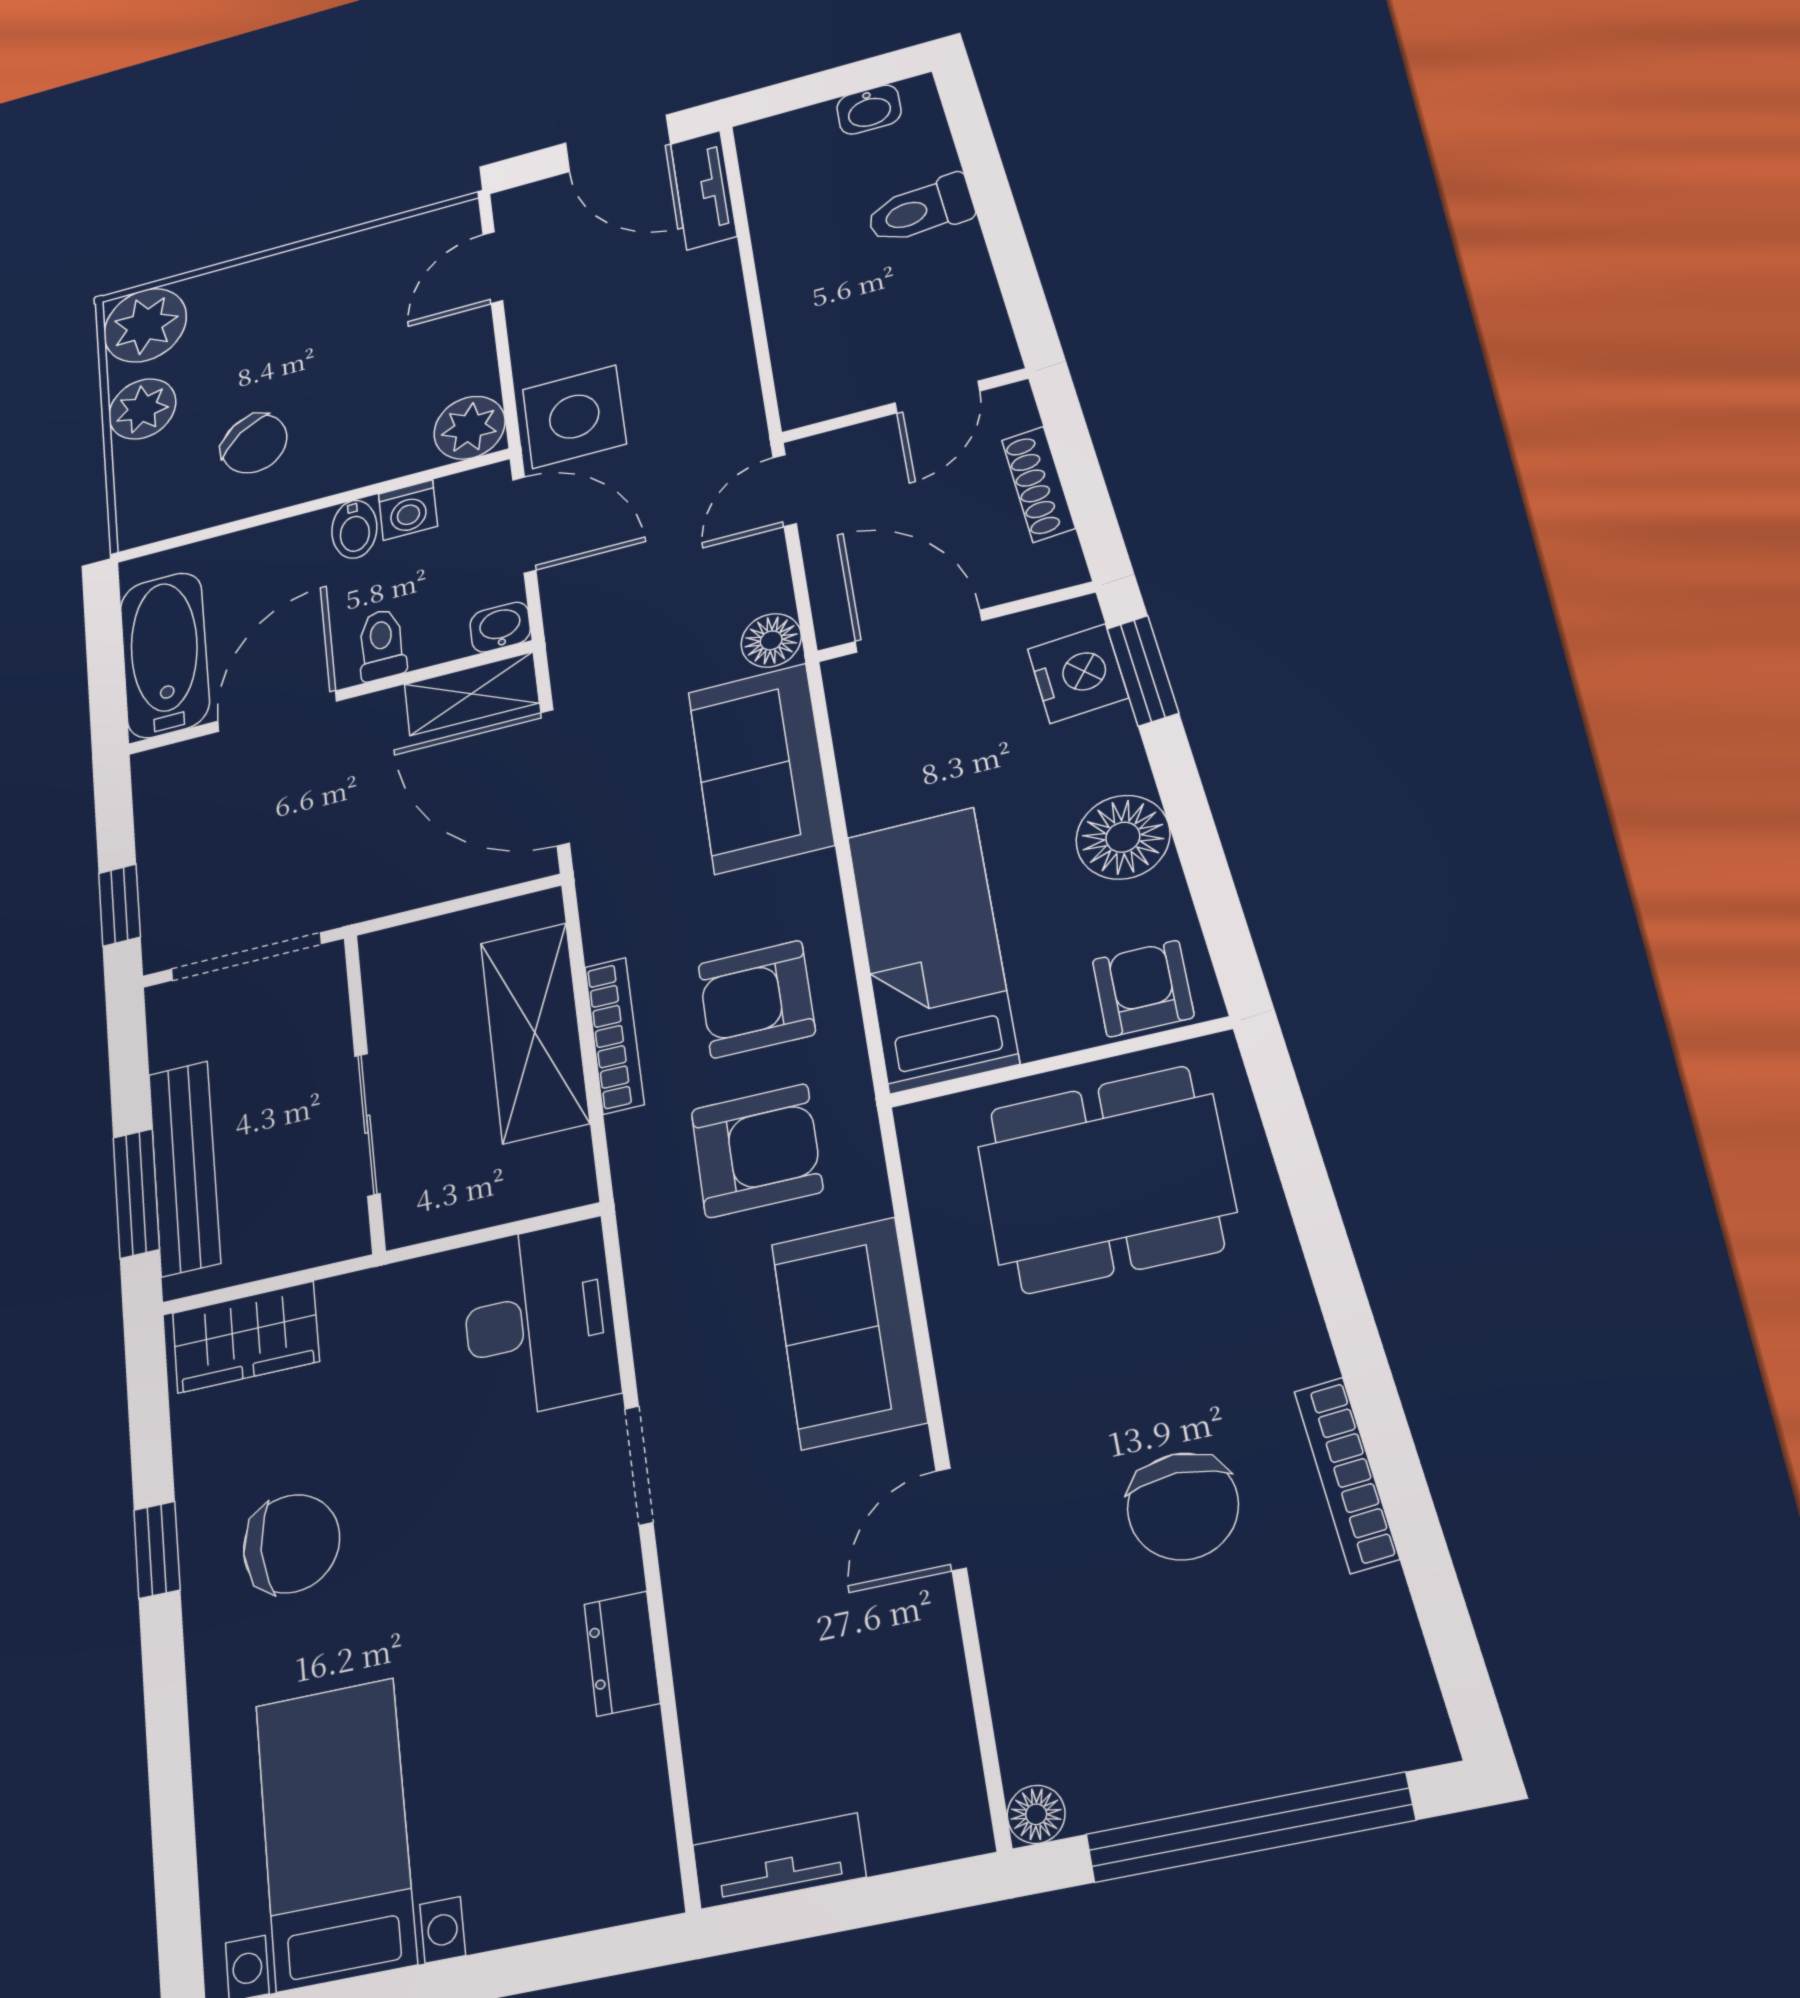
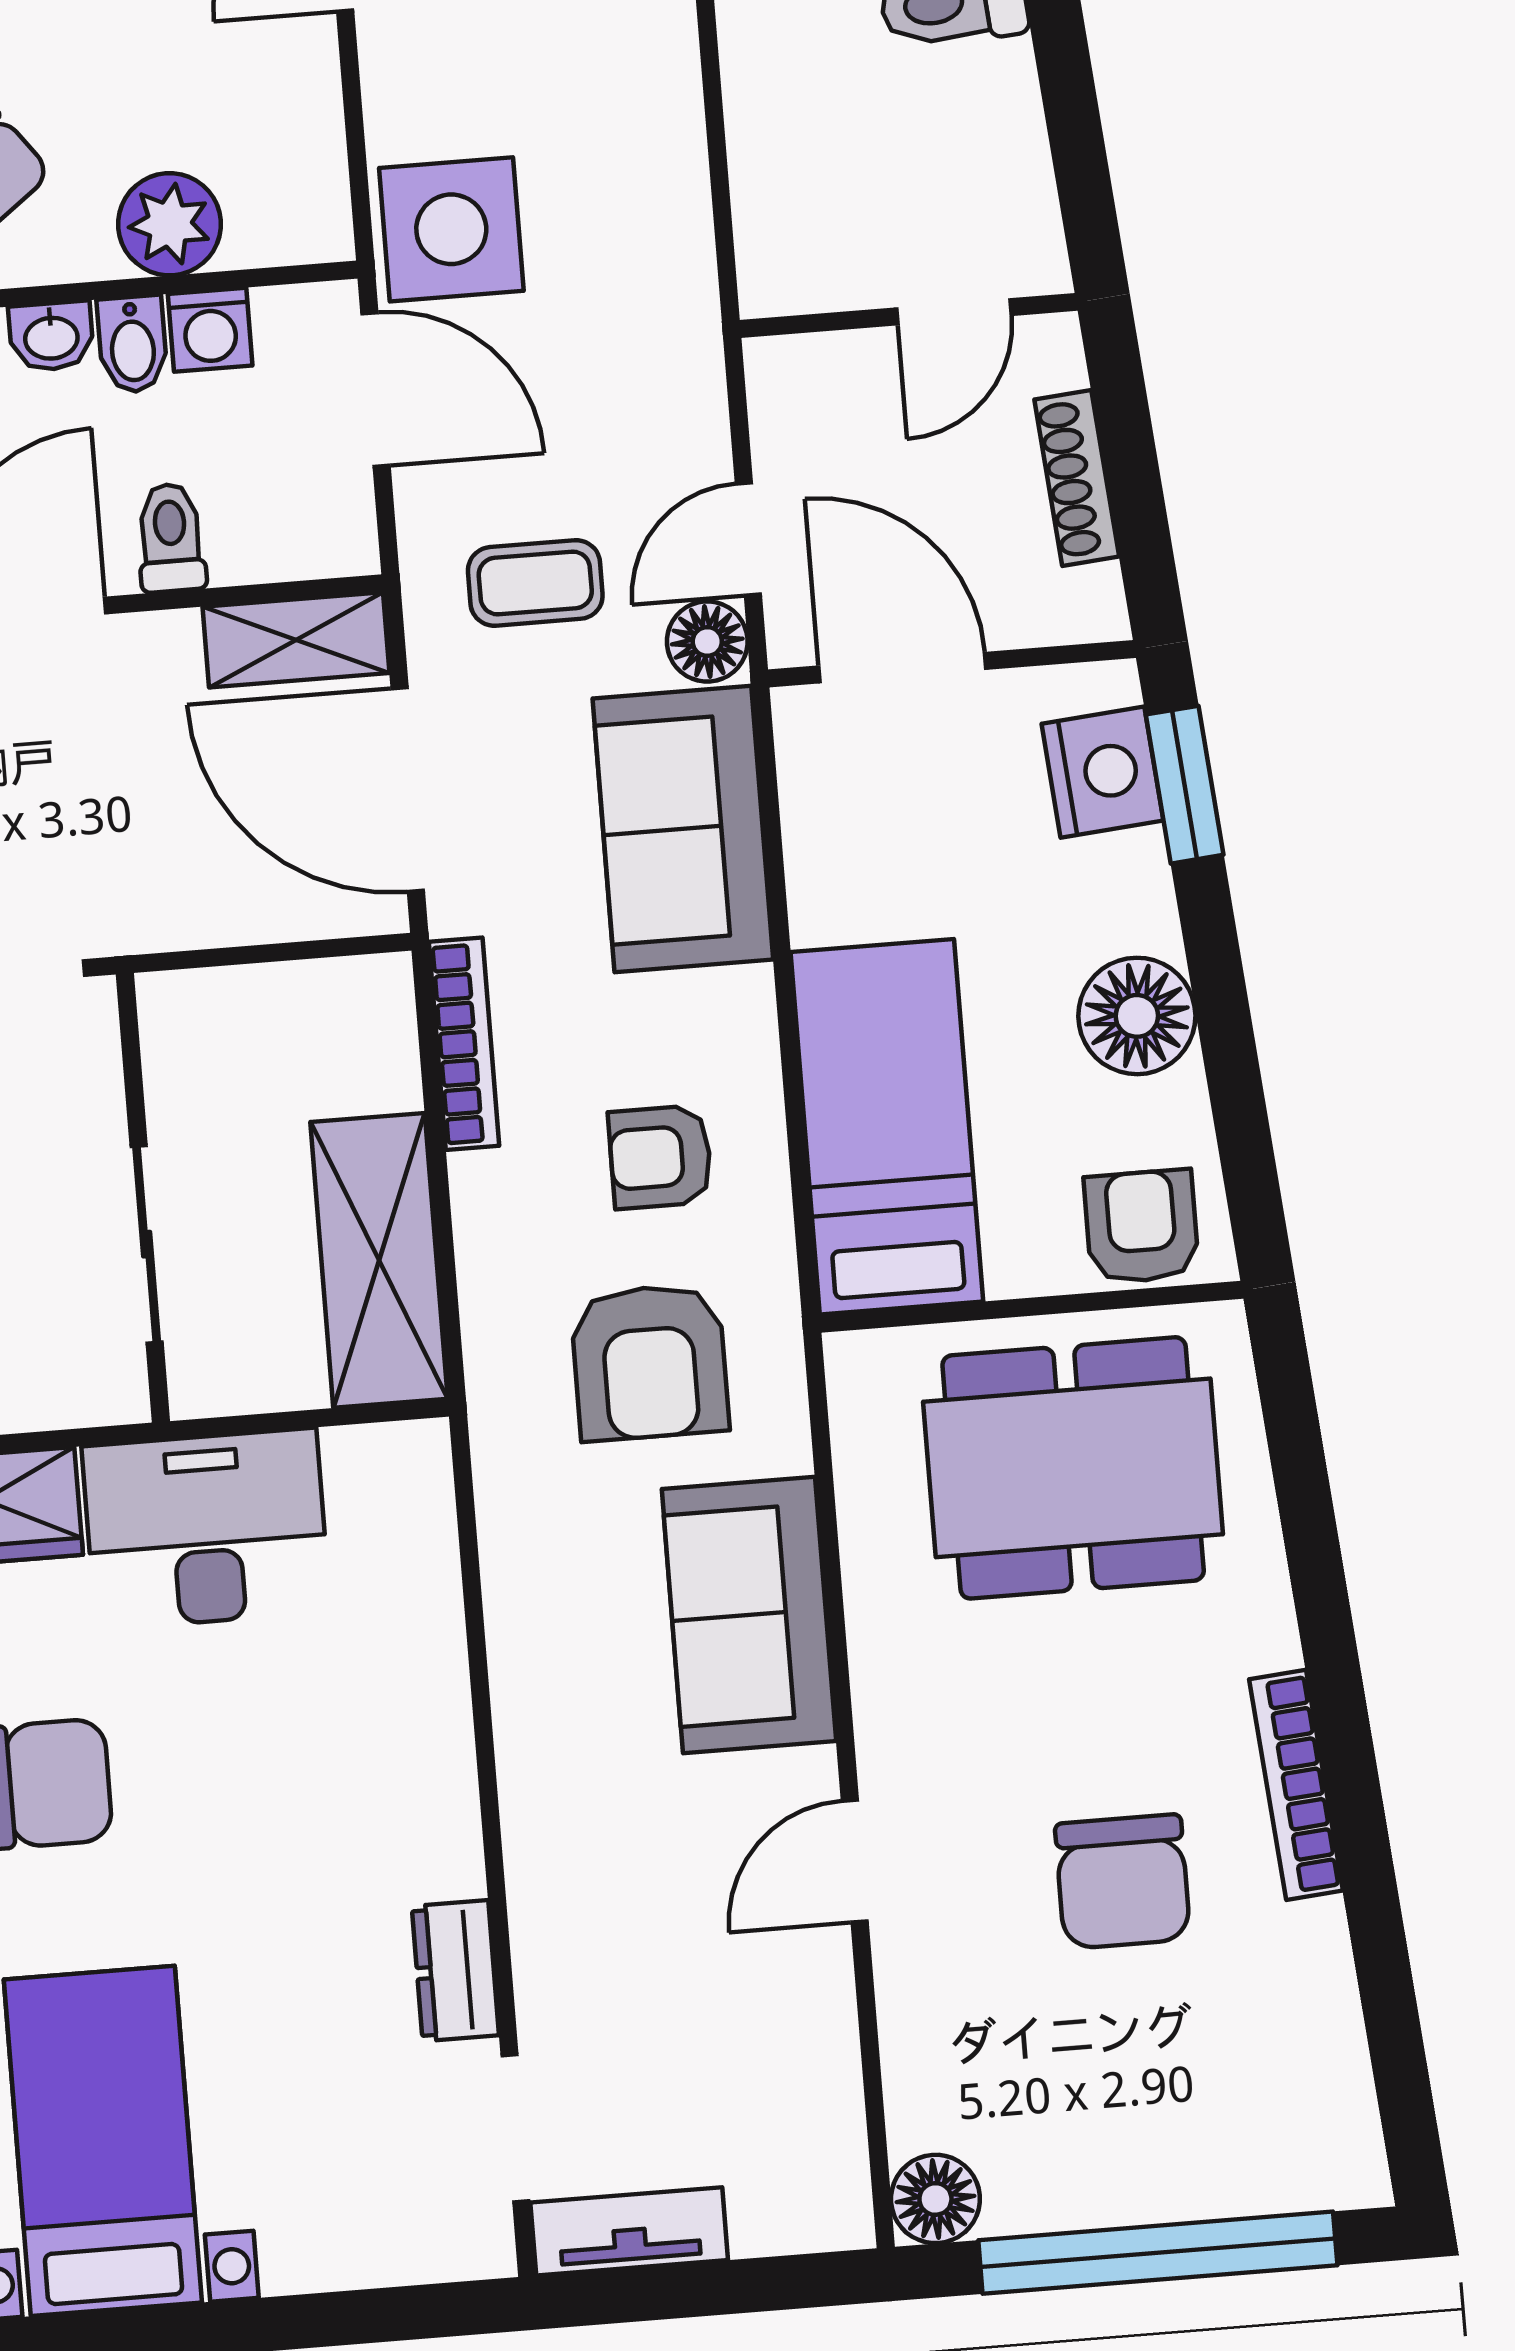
plant: (470, 428) -> (170, 224), moved
door: (785, 491) -> (748, 539), moved
coffee table: (643, 625) -> (535, 583), added
washbasin: (500, 627) -> (51, 336), moved, turned 180
armchair: (757, 999) -> (660, 1157), width x0.72, depth x0.72
shelving: (535, 1032) -> (379, 1260), moved
bookcase: (614, 1035) -> (464, 1044), moved
armchair: (757, 1151) -> (650, 1362), turned 90
desk: (539, 1319) -> (206, 1529), moved, turned -90
doorway: (639, 1465) -> (515, 2128), moved
bookcase: (1346, 1475) -> (1296, 1785), moved
floor lamp: (1036, 1814) -> (935, 2199), width x1.37, depth x1.37

